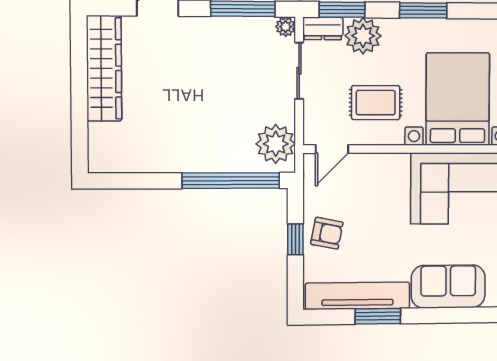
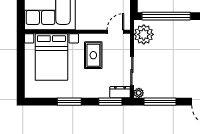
plant: (363, 36) -> (100, 89), removed
rug: (376, 103) -> (93, 55), turned 90

